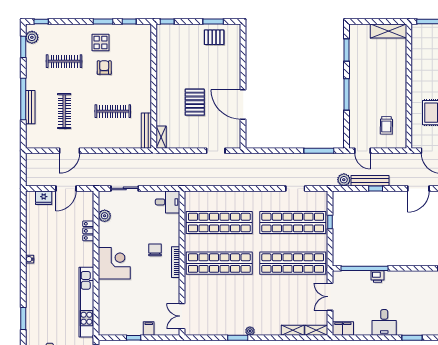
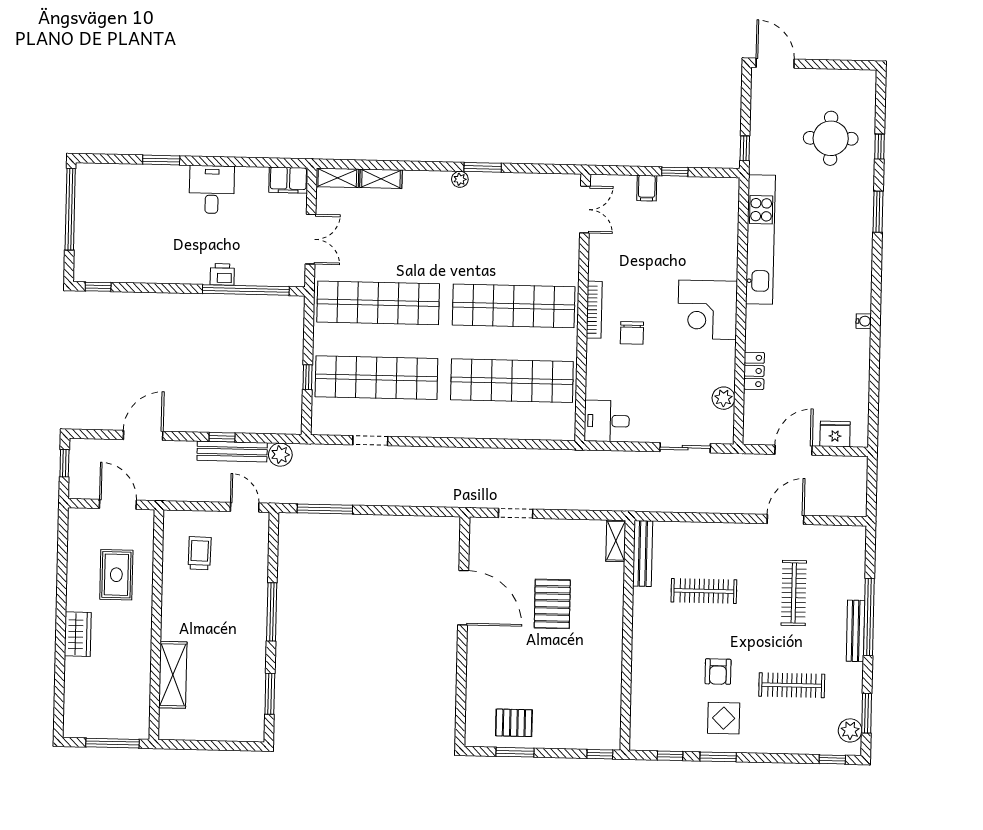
shelving: (388, 31) -> (173, 675), moved, turned 90
bench: (30, 107) -> (856, 631), moved

